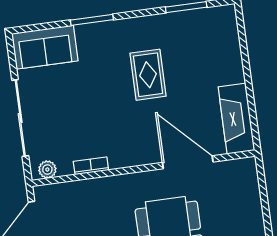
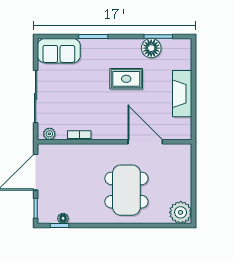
floor lamp: (178, 25) -> (151, 48), added
rug: (148, 75) -> (126, 79), turned 90
fireplace: (236, 119) -> (182, 94), moved

